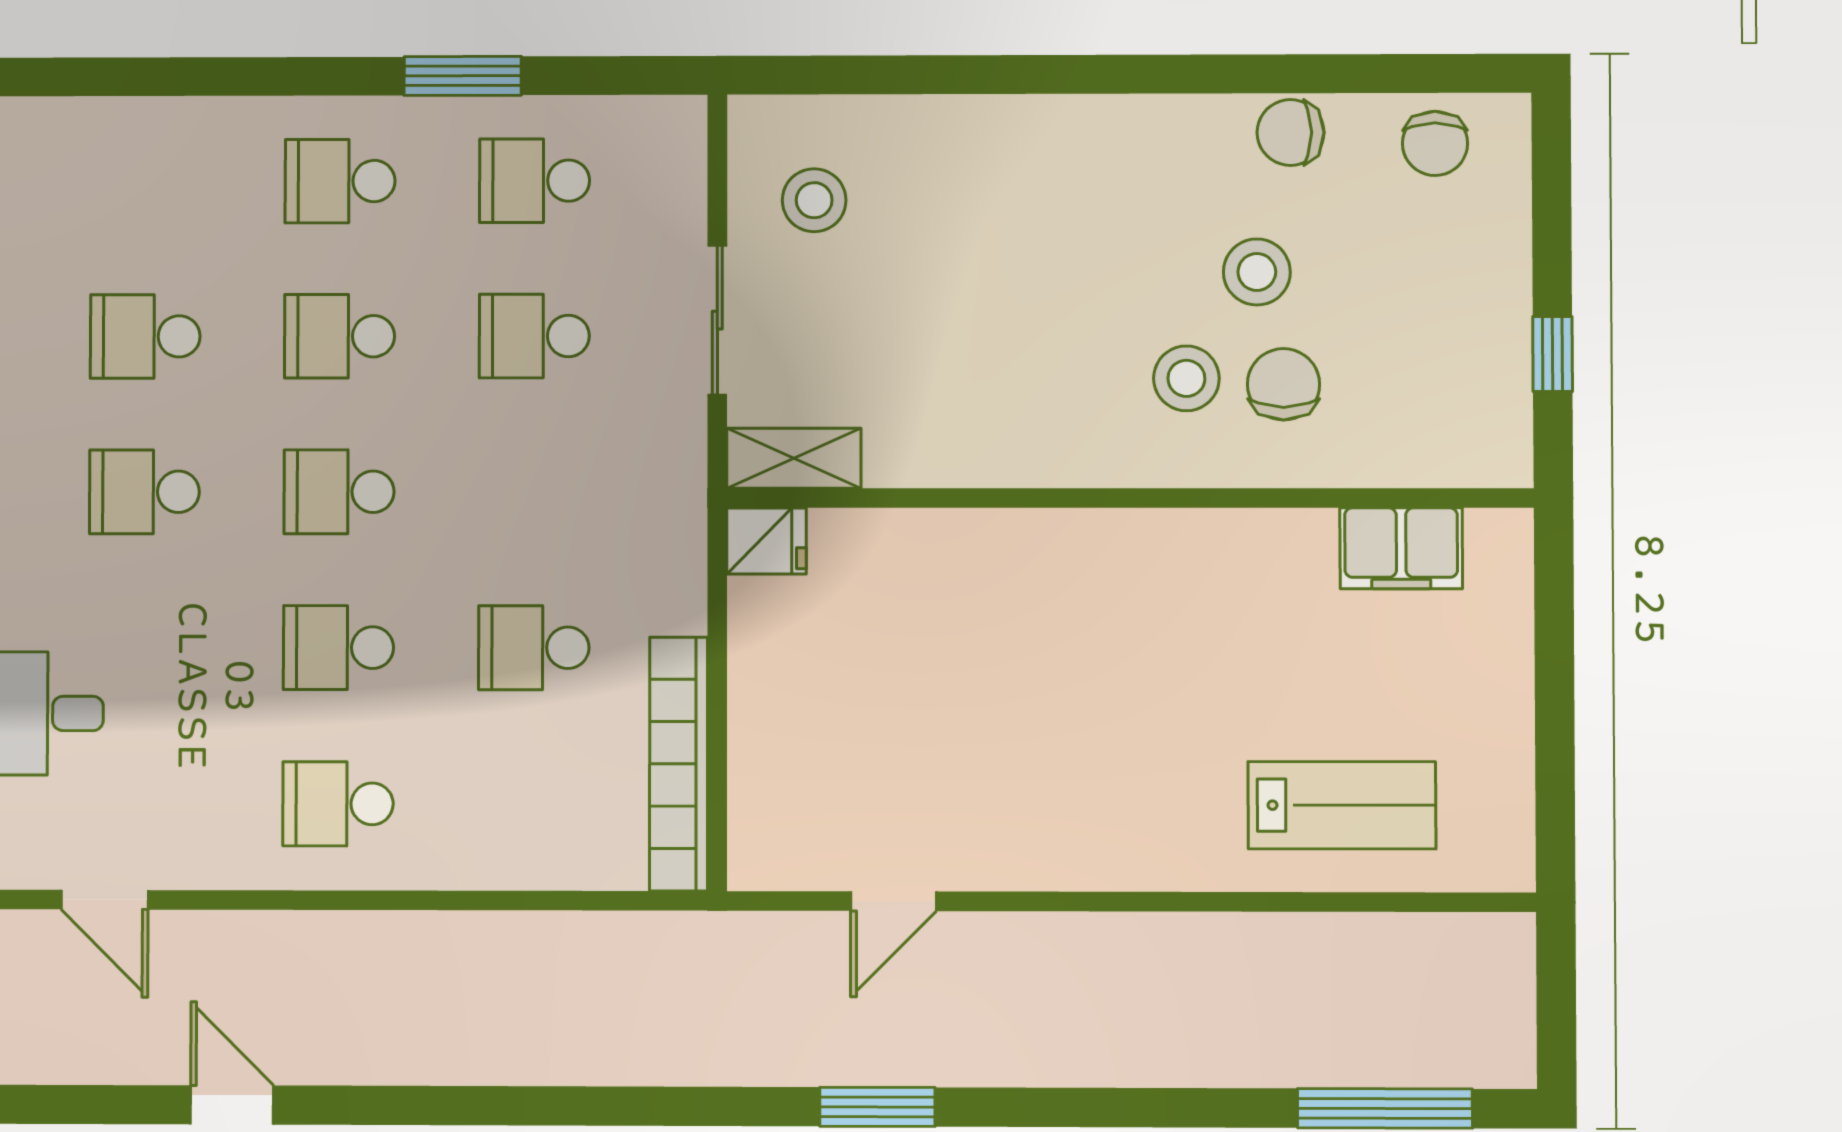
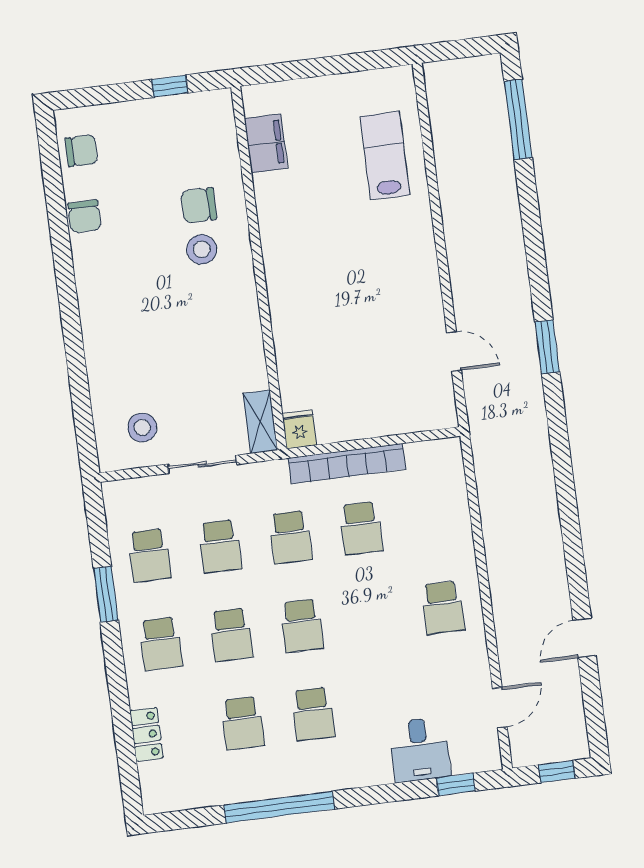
locker: (148, 126) -> (147, 734), added
stool: (1257, 272) -> (150, 224), removed
school desk: (339, 648) -> (290, 537), moved
bookcase: (679, 764) -> (347, 463), moved

